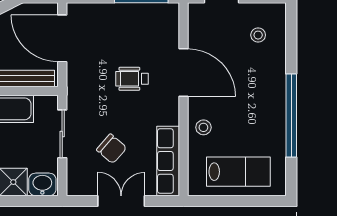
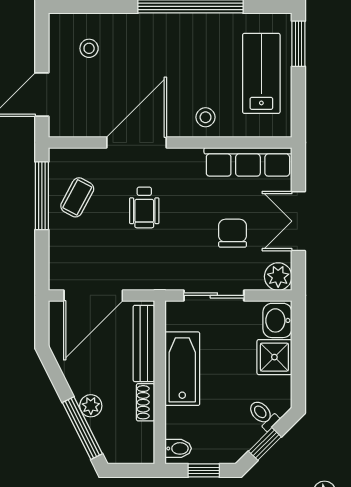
coffee table: (140, 26) -> (77, 197), added
chair: (112, 149) -> (233, 233), turned -41
plant: (77, 185) -> (278, 277), added
window: (262, 201) -> (298, 44), added

